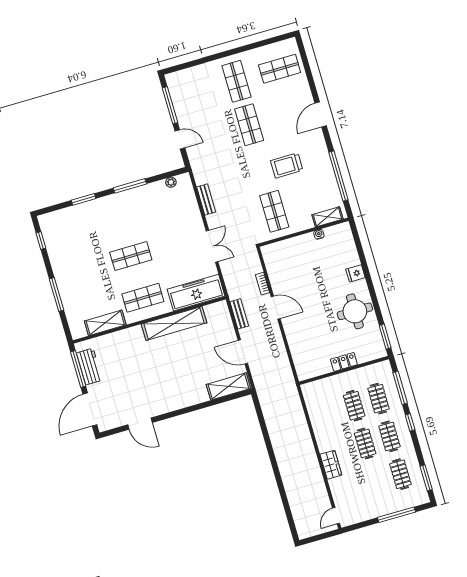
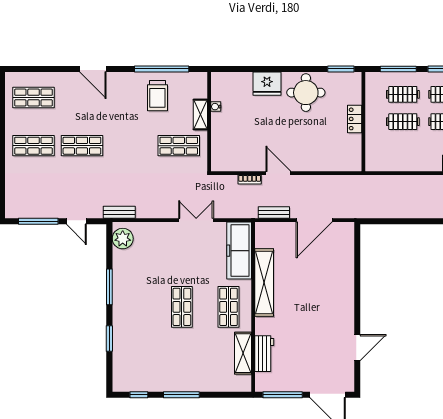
shop shelf: (280, 69) -> (34, 98), turned 90
door: (180, 139) -> (76, 221), swing flipped
trolley: (287, 165) -> (157, 96), moved
plant: (171, 182) -> (123, 239), width x1.88, depth x1.88
bench: (206, 199) -> (119, 212), moved
shelving: (327, 217) -> (200, 115), moved
fridge: (355, 273) -> (267, 84), width x1.88, depth x1.34
window: (57, 294) -> (181, 395), moved
door: (276, 308) -> (278, 173), hinge flipped
door: (243, 352) -> (314, 220), width x1.36
workbench: (89, 367) -> (264, 354), moved, turned 90
shelving: (228, 386) -> (345, 245), removed

